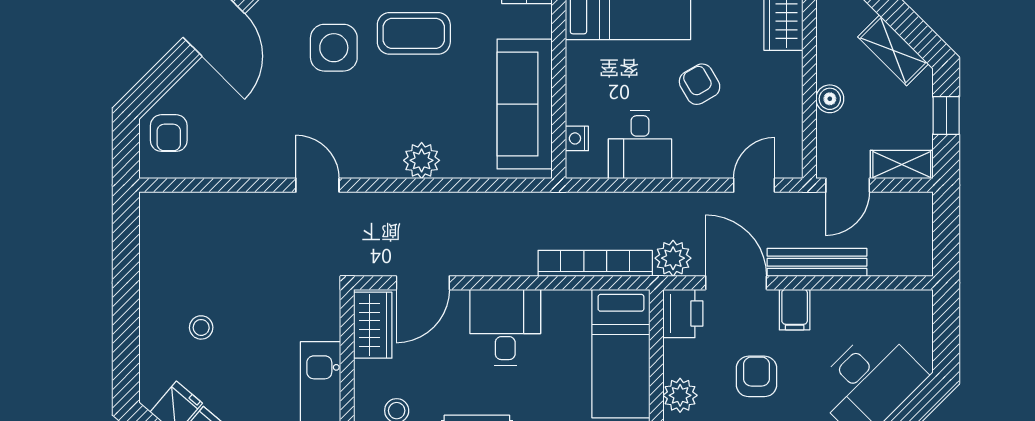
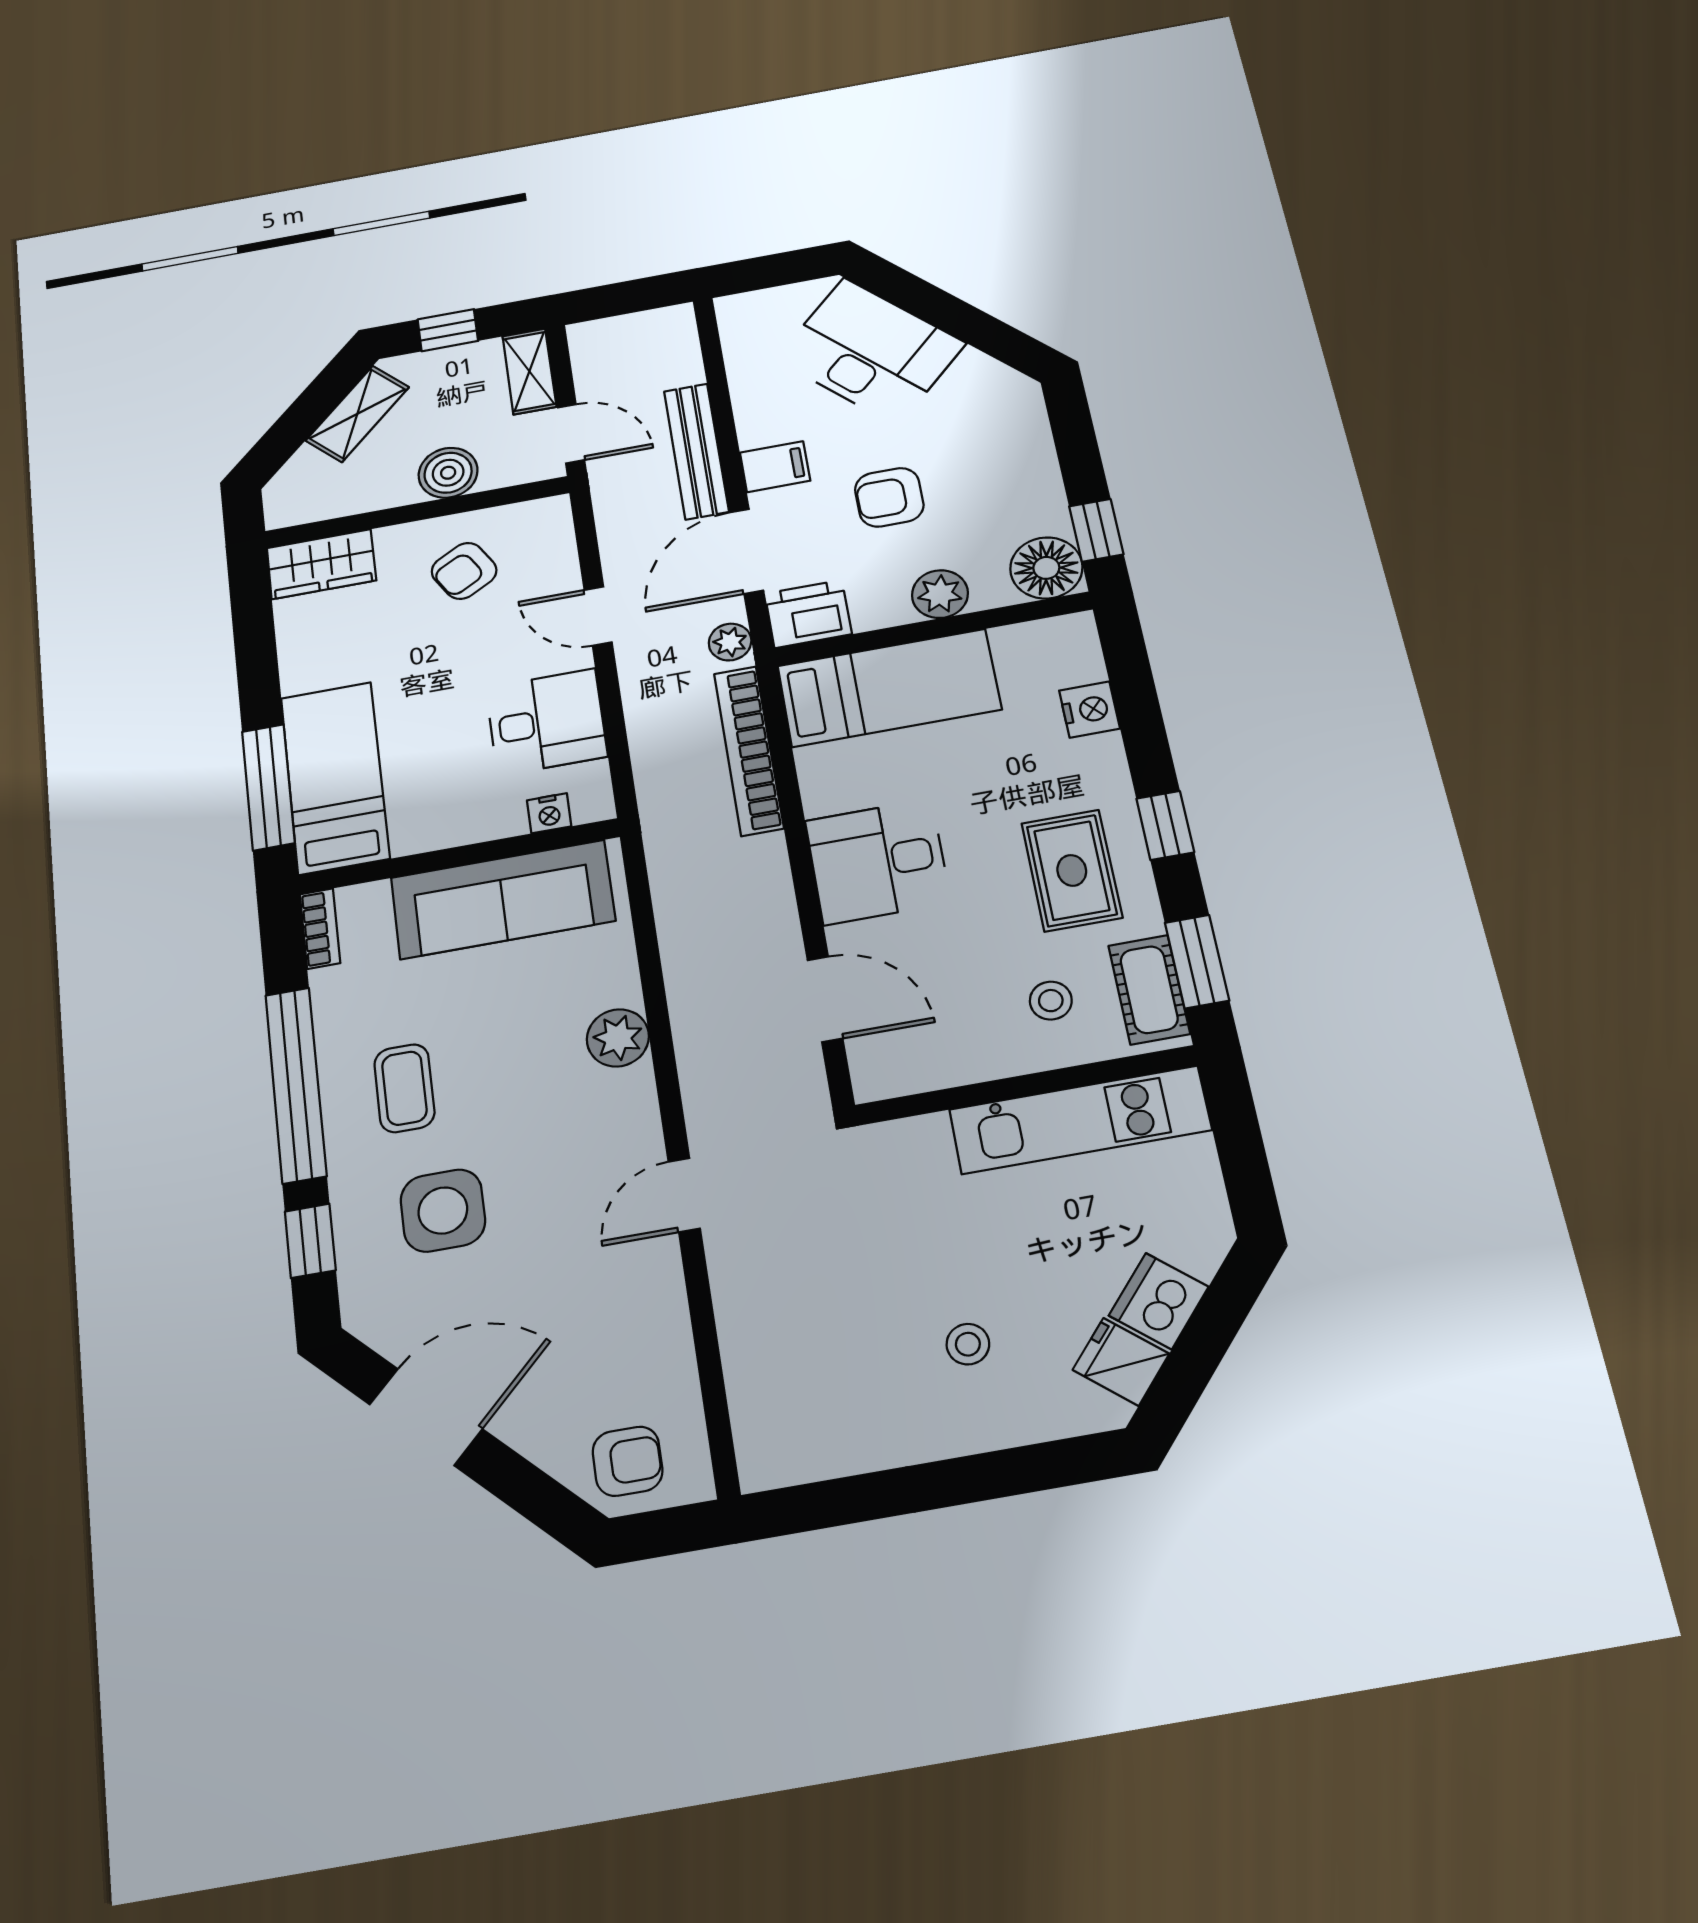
coffee table: (414, 33) -> (404, 1088), width x0.73, depth x0.77
armchair: (700, 84) -> (464, 571), moved
boiler: (830, 99) -> (448, 473), width x1.36, depth x1.36
door: (754, 185) -> (598, 616), moved
plant: (673, 258) -> (730, 642), width x0.73, depth x0.73
wardrobe: (373, 325) -> (911, 1064), removed

